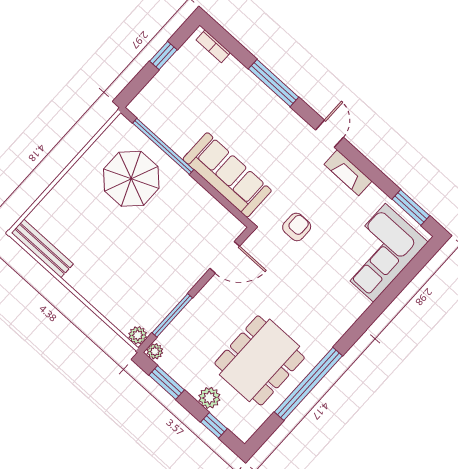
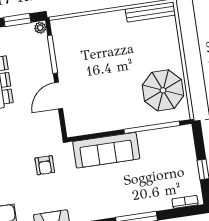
parasol: (131, 179) -> (163, 90), moved
door: (225, 257) -> (59, 96), moved
plant: (138, 335) -> (57, 26), removed

